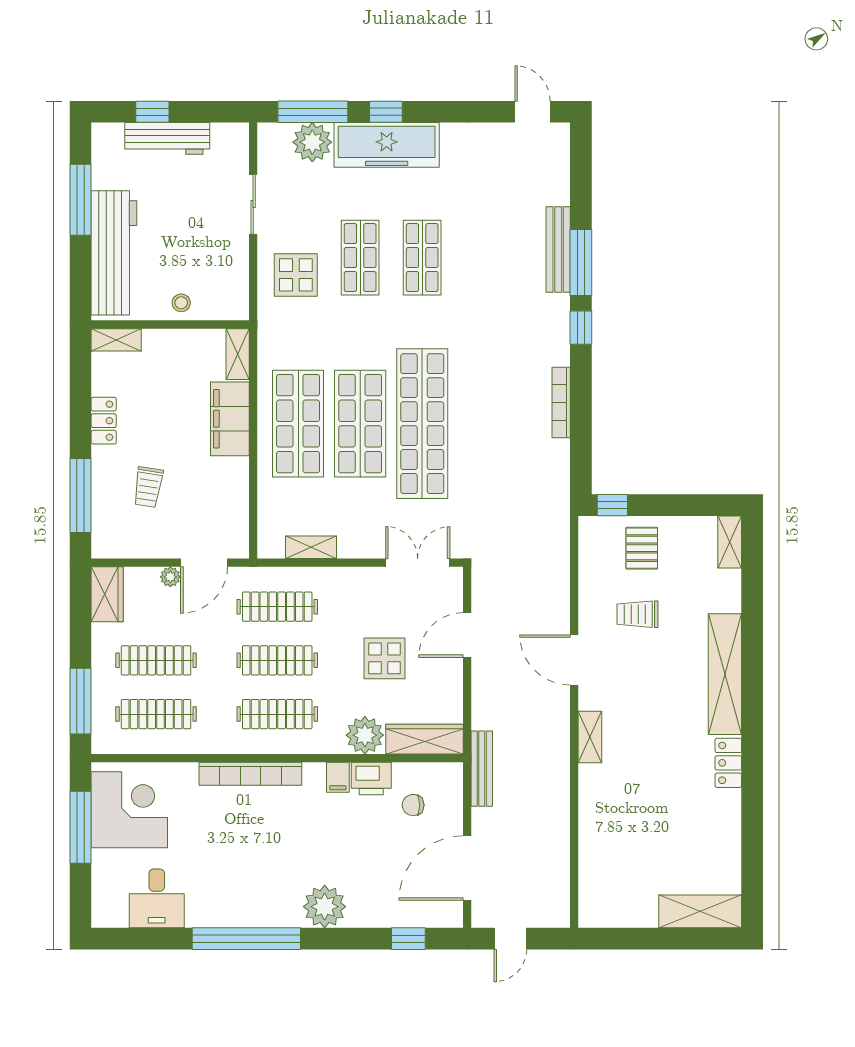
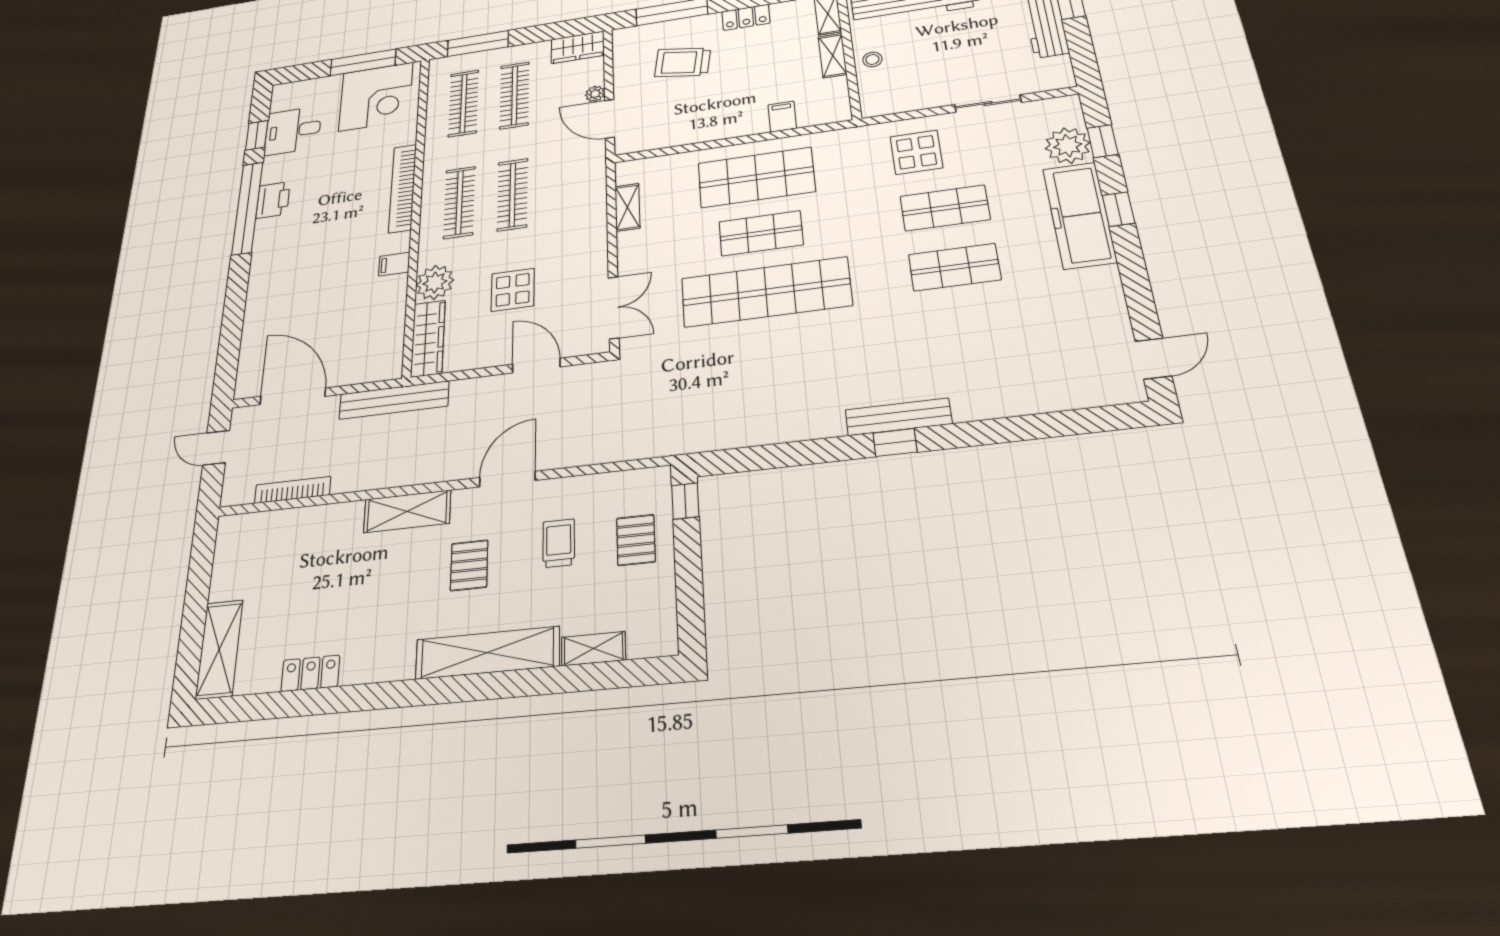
window: (313, 112) -> (1103, 141), width x0.46
bench: (558, 250) -> (898, 417), moved
window: (581, 263) -> (975, 433), removed
shelving: (238, 354) -> (833, 56), moved, turned 90
bookcase: (561, 403) -> (293, 490), moved
filing cabinet: (230, 419) -> (782, 117), width x0.33, depth x0.86
shop shelf: (360, 424) -> (761, 233), width x0.70, depth x0.74
trolley: (148, 487) -> (683, 62), width x1.36, depth x1.39
shelving: (730, 542) -> (593, 649), moved
pallet: (642, 548) -> (636, 540), turned 90
clothes rail: (277, 607) -> (566, 187), removed
pallet: (649, 692) -> (469, 565), added
shelving: (590, 737) -> (407, 511), width x1.50, depth x1.33
locker: (728, 763) -> (310, 673), moved
bench: (482, 769) -> (394, 400), width x1.37, depth x1.21
printer: (371, 779) -> (273, 200), moved, turned 180
chair: (413, 805) -> (361, 336), removed
plant: (325, 907) -> (269, 270), removed
window: (408, 939) -> (257, 135), moved

